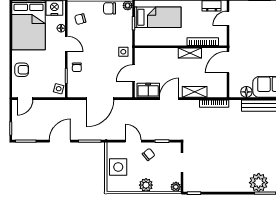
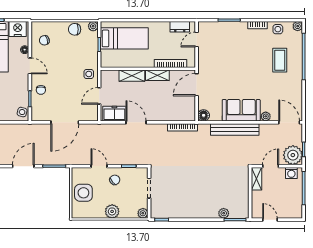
shelving: (195, 92) -> (132, 76), moved
floor lamp: (246, 92) -> (204, 115), moved
door: (169, 99) -> (136, 122), hinge flipped
plant: (259, 183) -> (224, 213), width x0.53, depth x0.53

